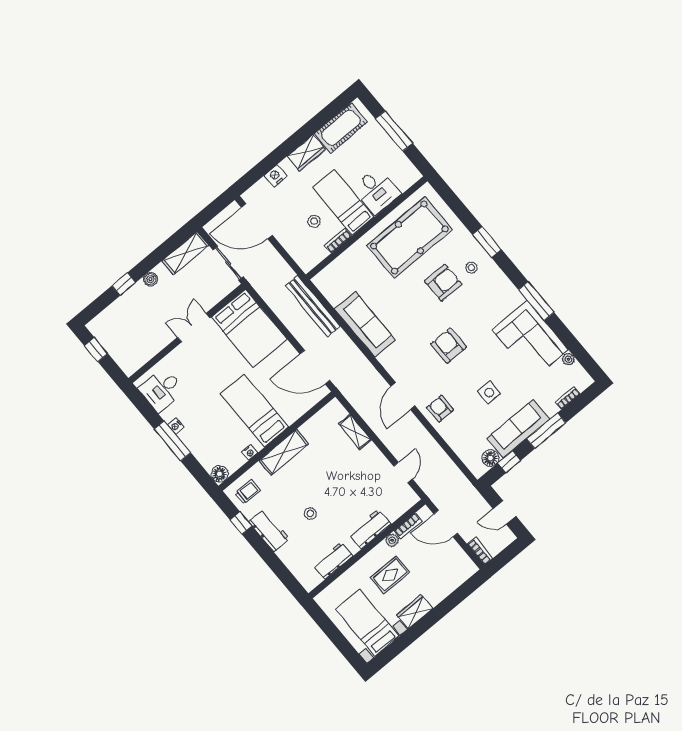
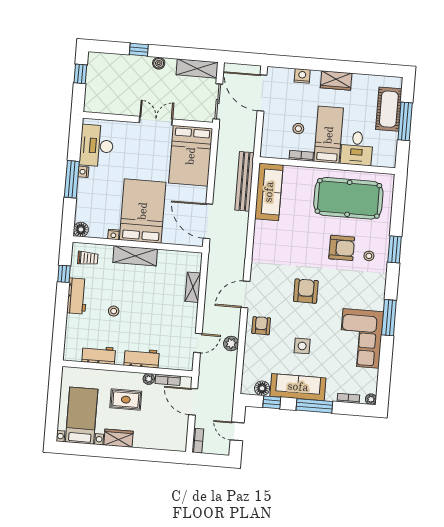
cot: (341, 128) -> (389, 109), moved, turned 90
sofa: (365, 324) -> (269, 192), moved
plant: (568, 359) -> (371, 399), moved
desk: (162, 390) -> (96, 146), width x1.37
bed: (254, 410) -> (143, 211), width x1.50
plant: (430, 447) -> (231, 344), added

